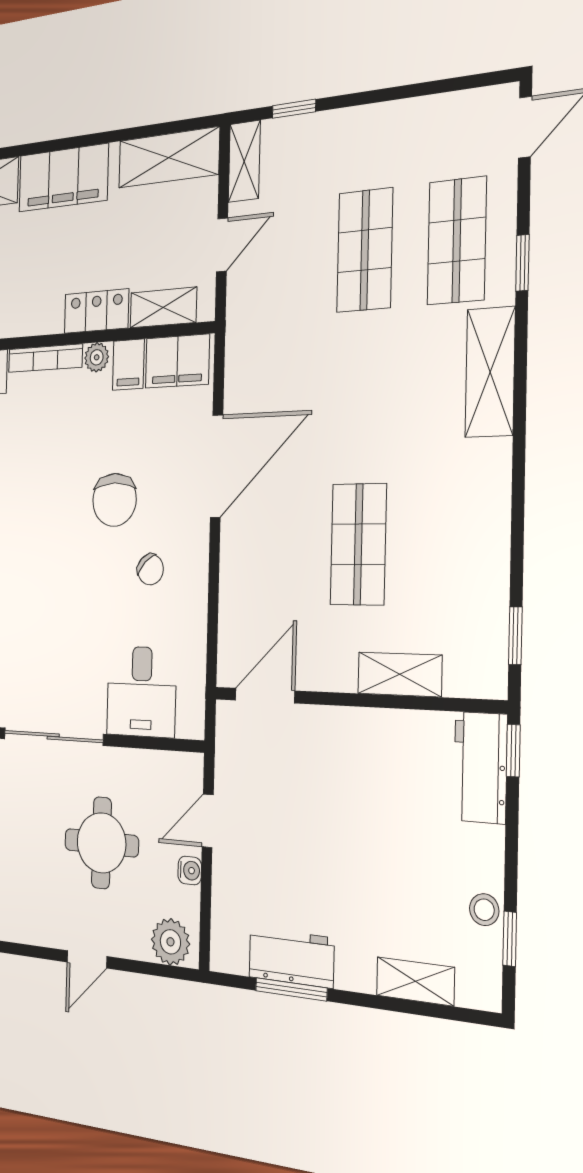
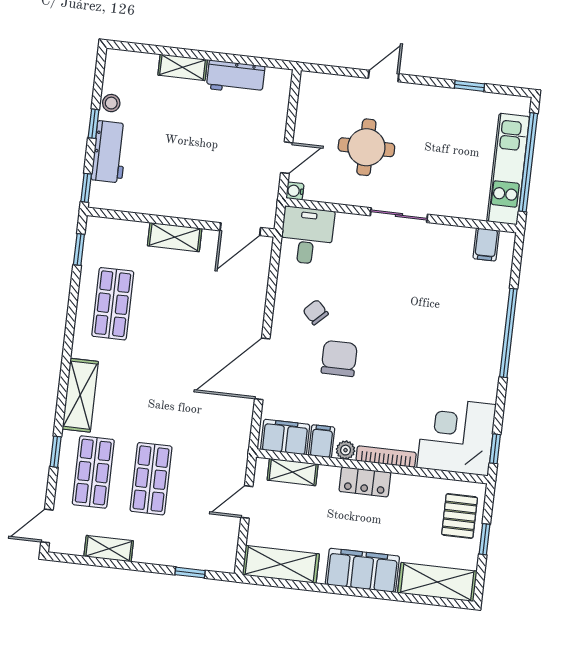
shelving: (244, 161) -> (109, 549), moved, turned 90
locker: (96, 311) -> (365, 482), moved
shop shelf: (358, 544) -> (113, 304), moved
shelving: (400, 674) -> (175, 237), moved
desk: (141, 692) -> (307, 236), moved
sliding door: (53, 737) -> (399, 215), width x0.73
workbench: (480, 767) -> (110, 152), moved
water cooler: (190, 870) -> (295, 191), moved
window: (510, 939) -> (94, 124), moved
plant: (170, 942) -> (320, 87), removed
shelving: (415, 981) -> (183, 67), moved
window: (291, 989) -> (237, 59), removed

